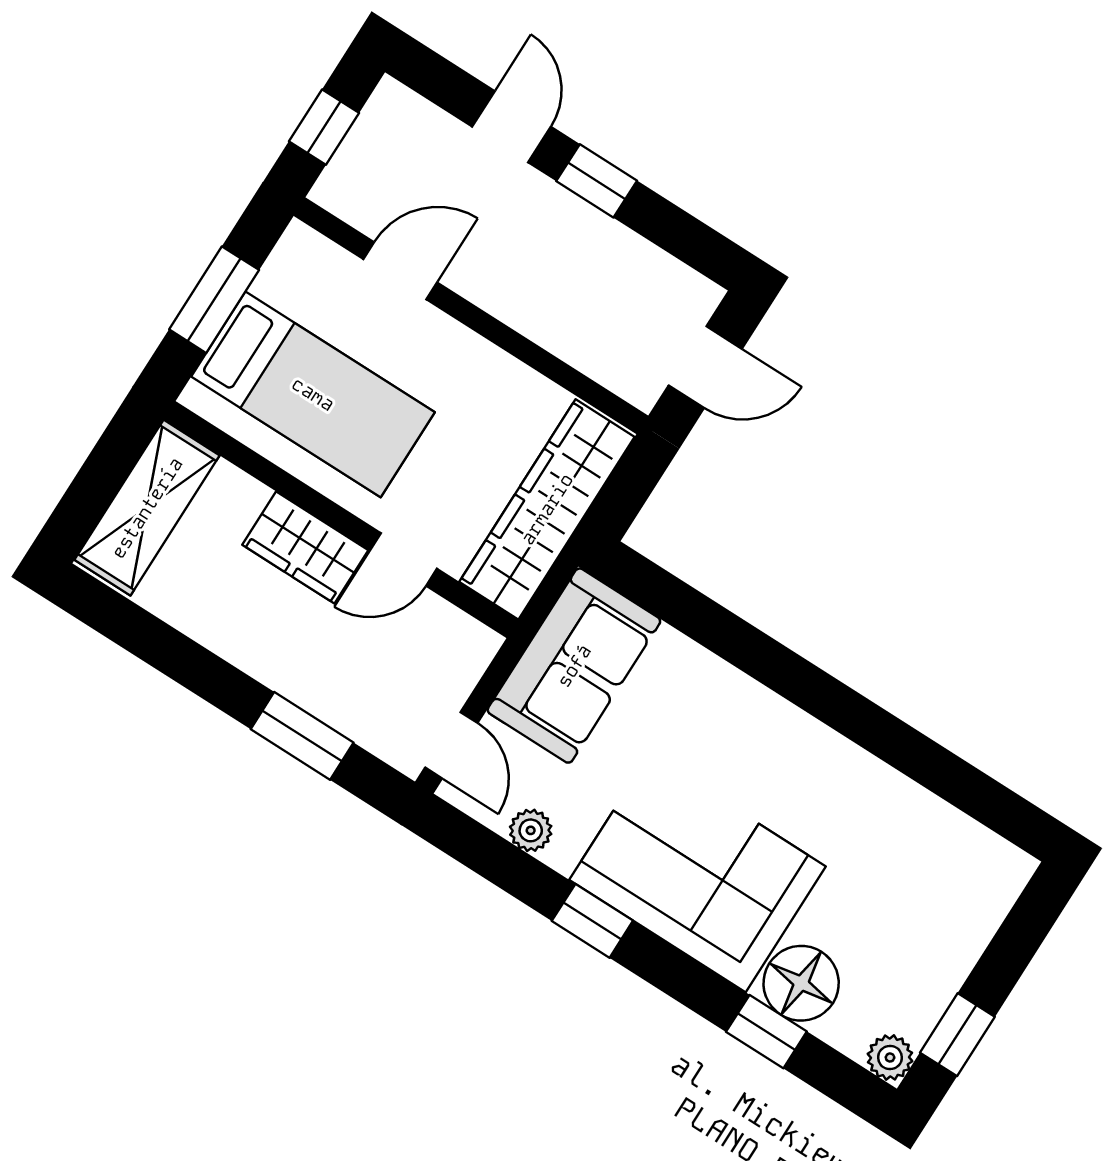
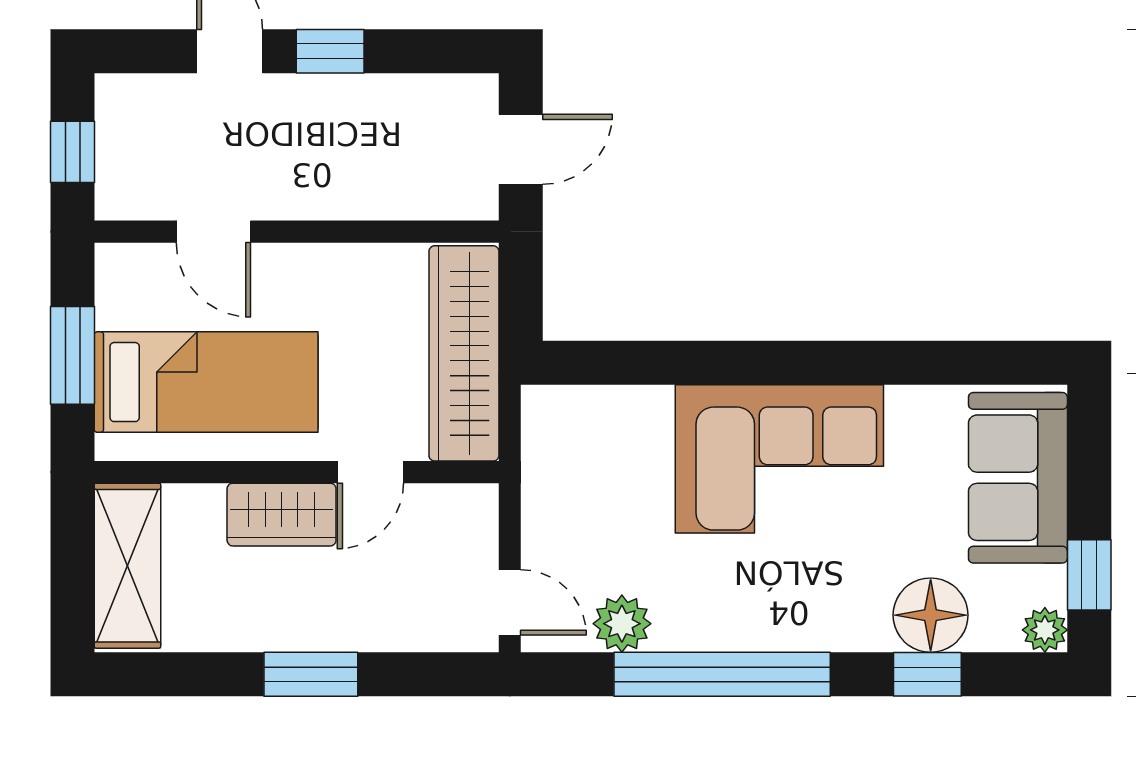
door: (400, 271) -> (213, 232), swing flipped
sofa: (574, 666) -> (1018, 478), moved, turned 180
window: (302, 736) -> (311, 674), moved
plant: (531, 830) -> (622, 624), width x1.38, depth x1.38
corner sofa: (697, 873) -> (779, 459), moved, turned 180
window: (592, 921) -> (722, 674), width x3.17

